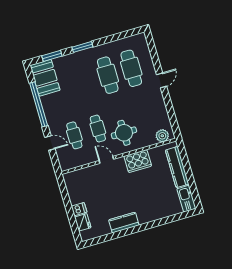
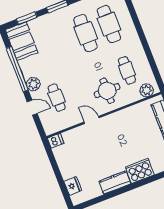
door: (161, 80) -> (141, 34), removed
plant: (53, 120) -> (33, 84), added
cafe table: (98, 129) -> (127, 70), moved
cooker: (138, 161) -> (140, 171), moved, turned 180
dishwasher: (79, 209) -> (56, 141), moved

